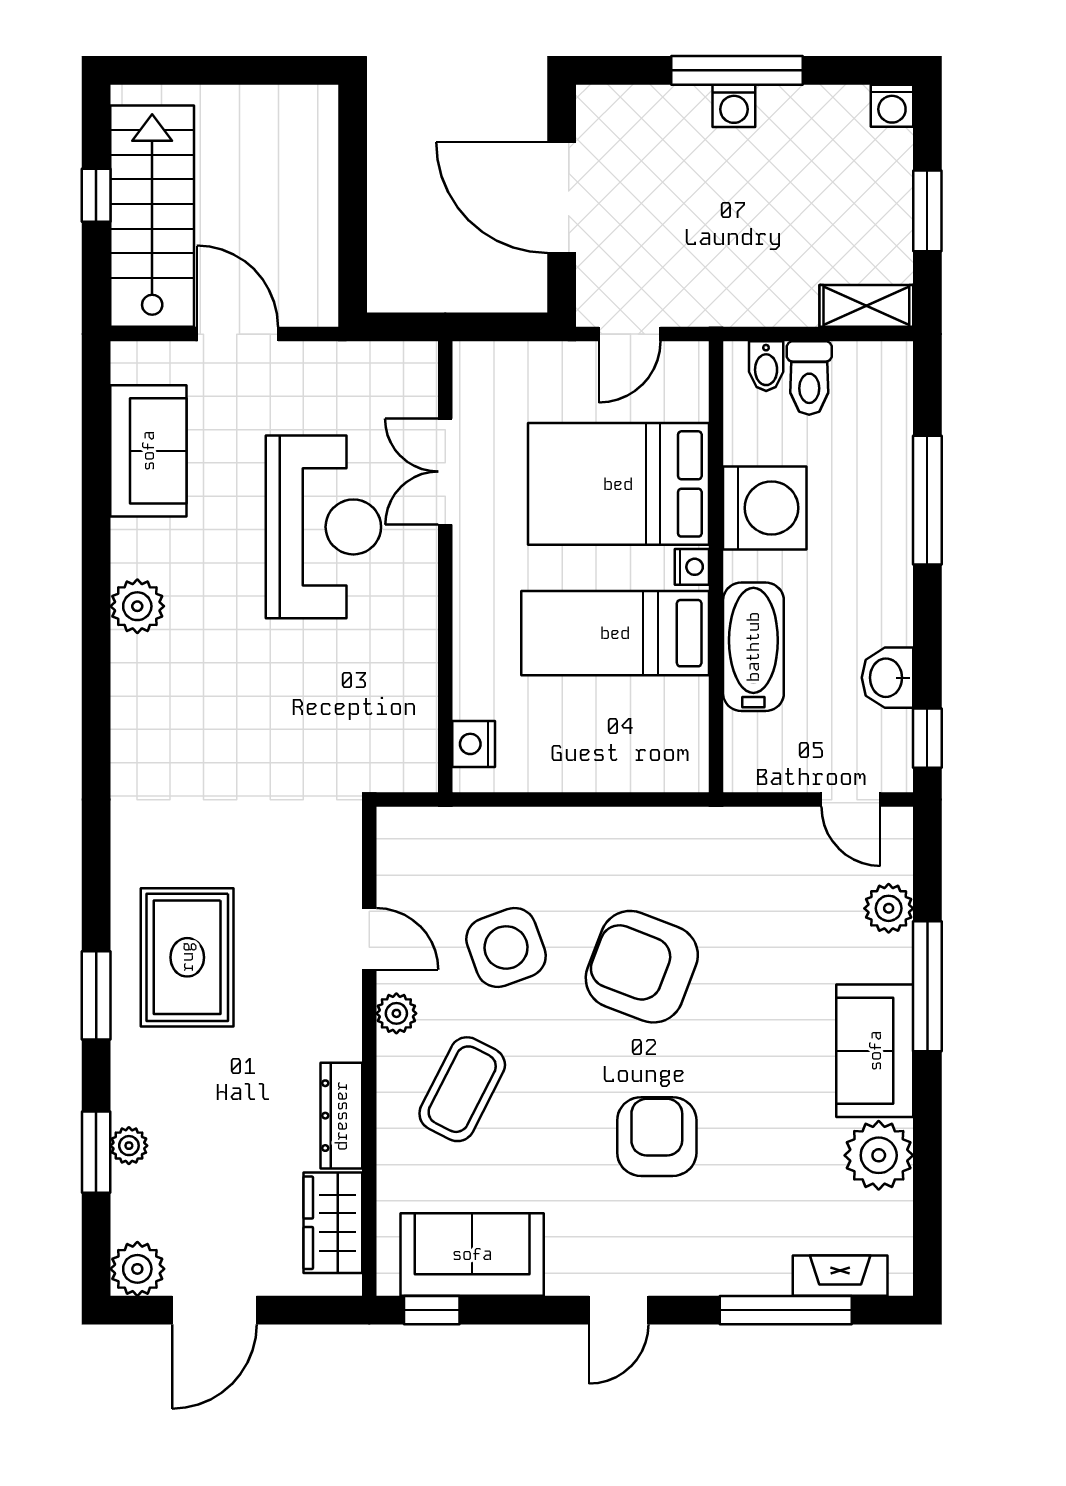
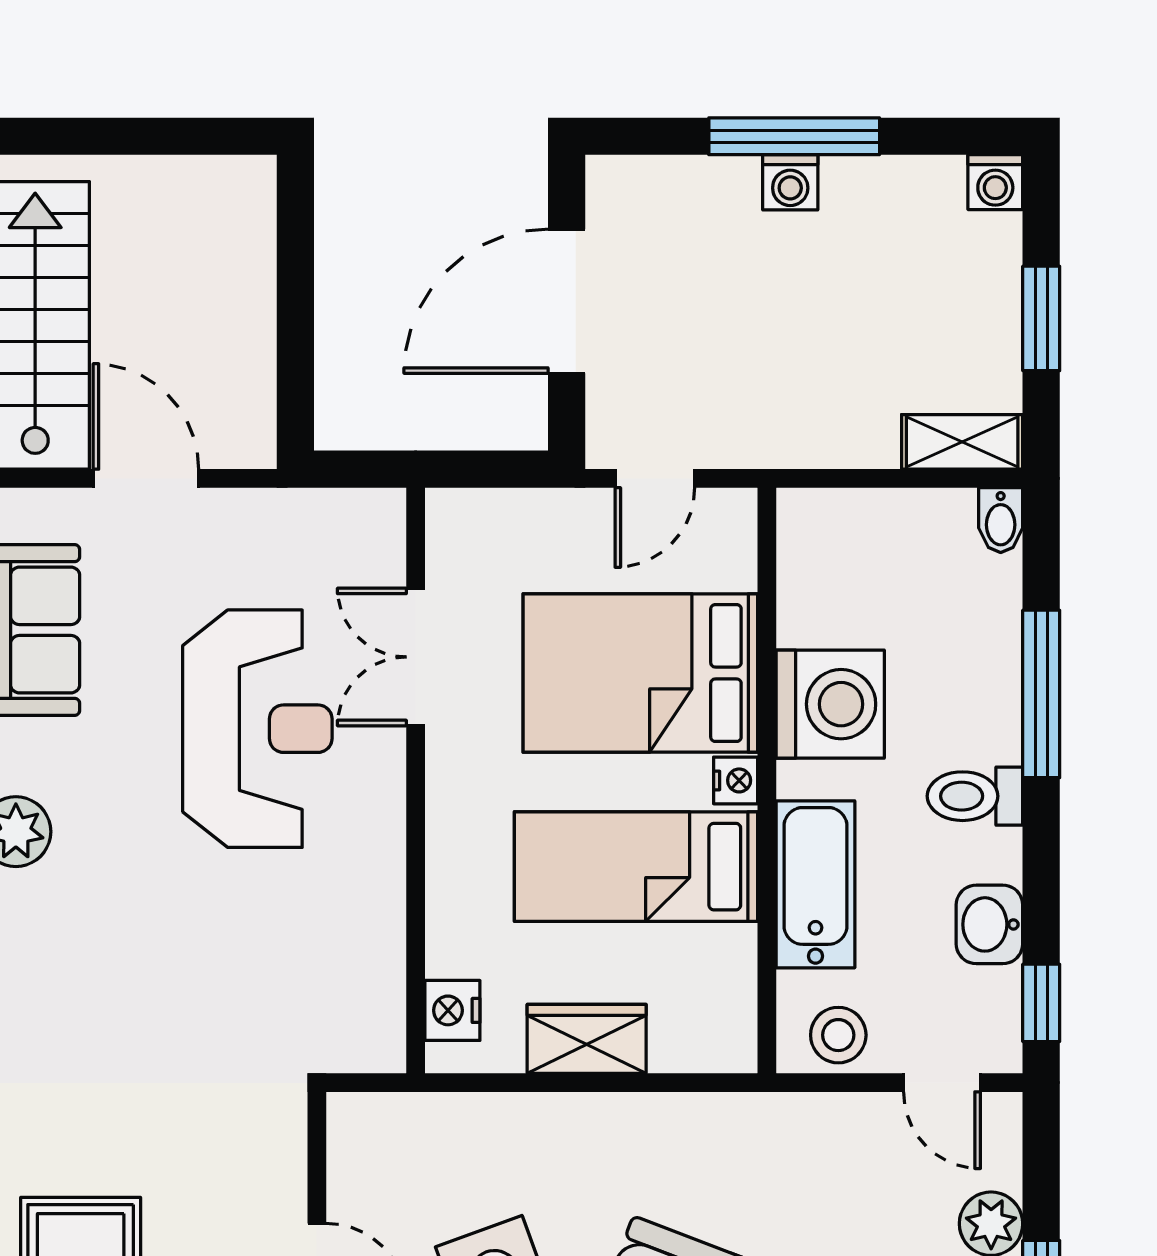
door: (562, 198) -> (567, 301), hinge flipped
bidet: (766, 366) -> (1001, 520), moved
toilet: (809, 378) -> (975, 796), moved, turned 90
stool: (771, 763) -> (838, 1035), added
wardrobe: (577, 766) -> (587, 1039), added

